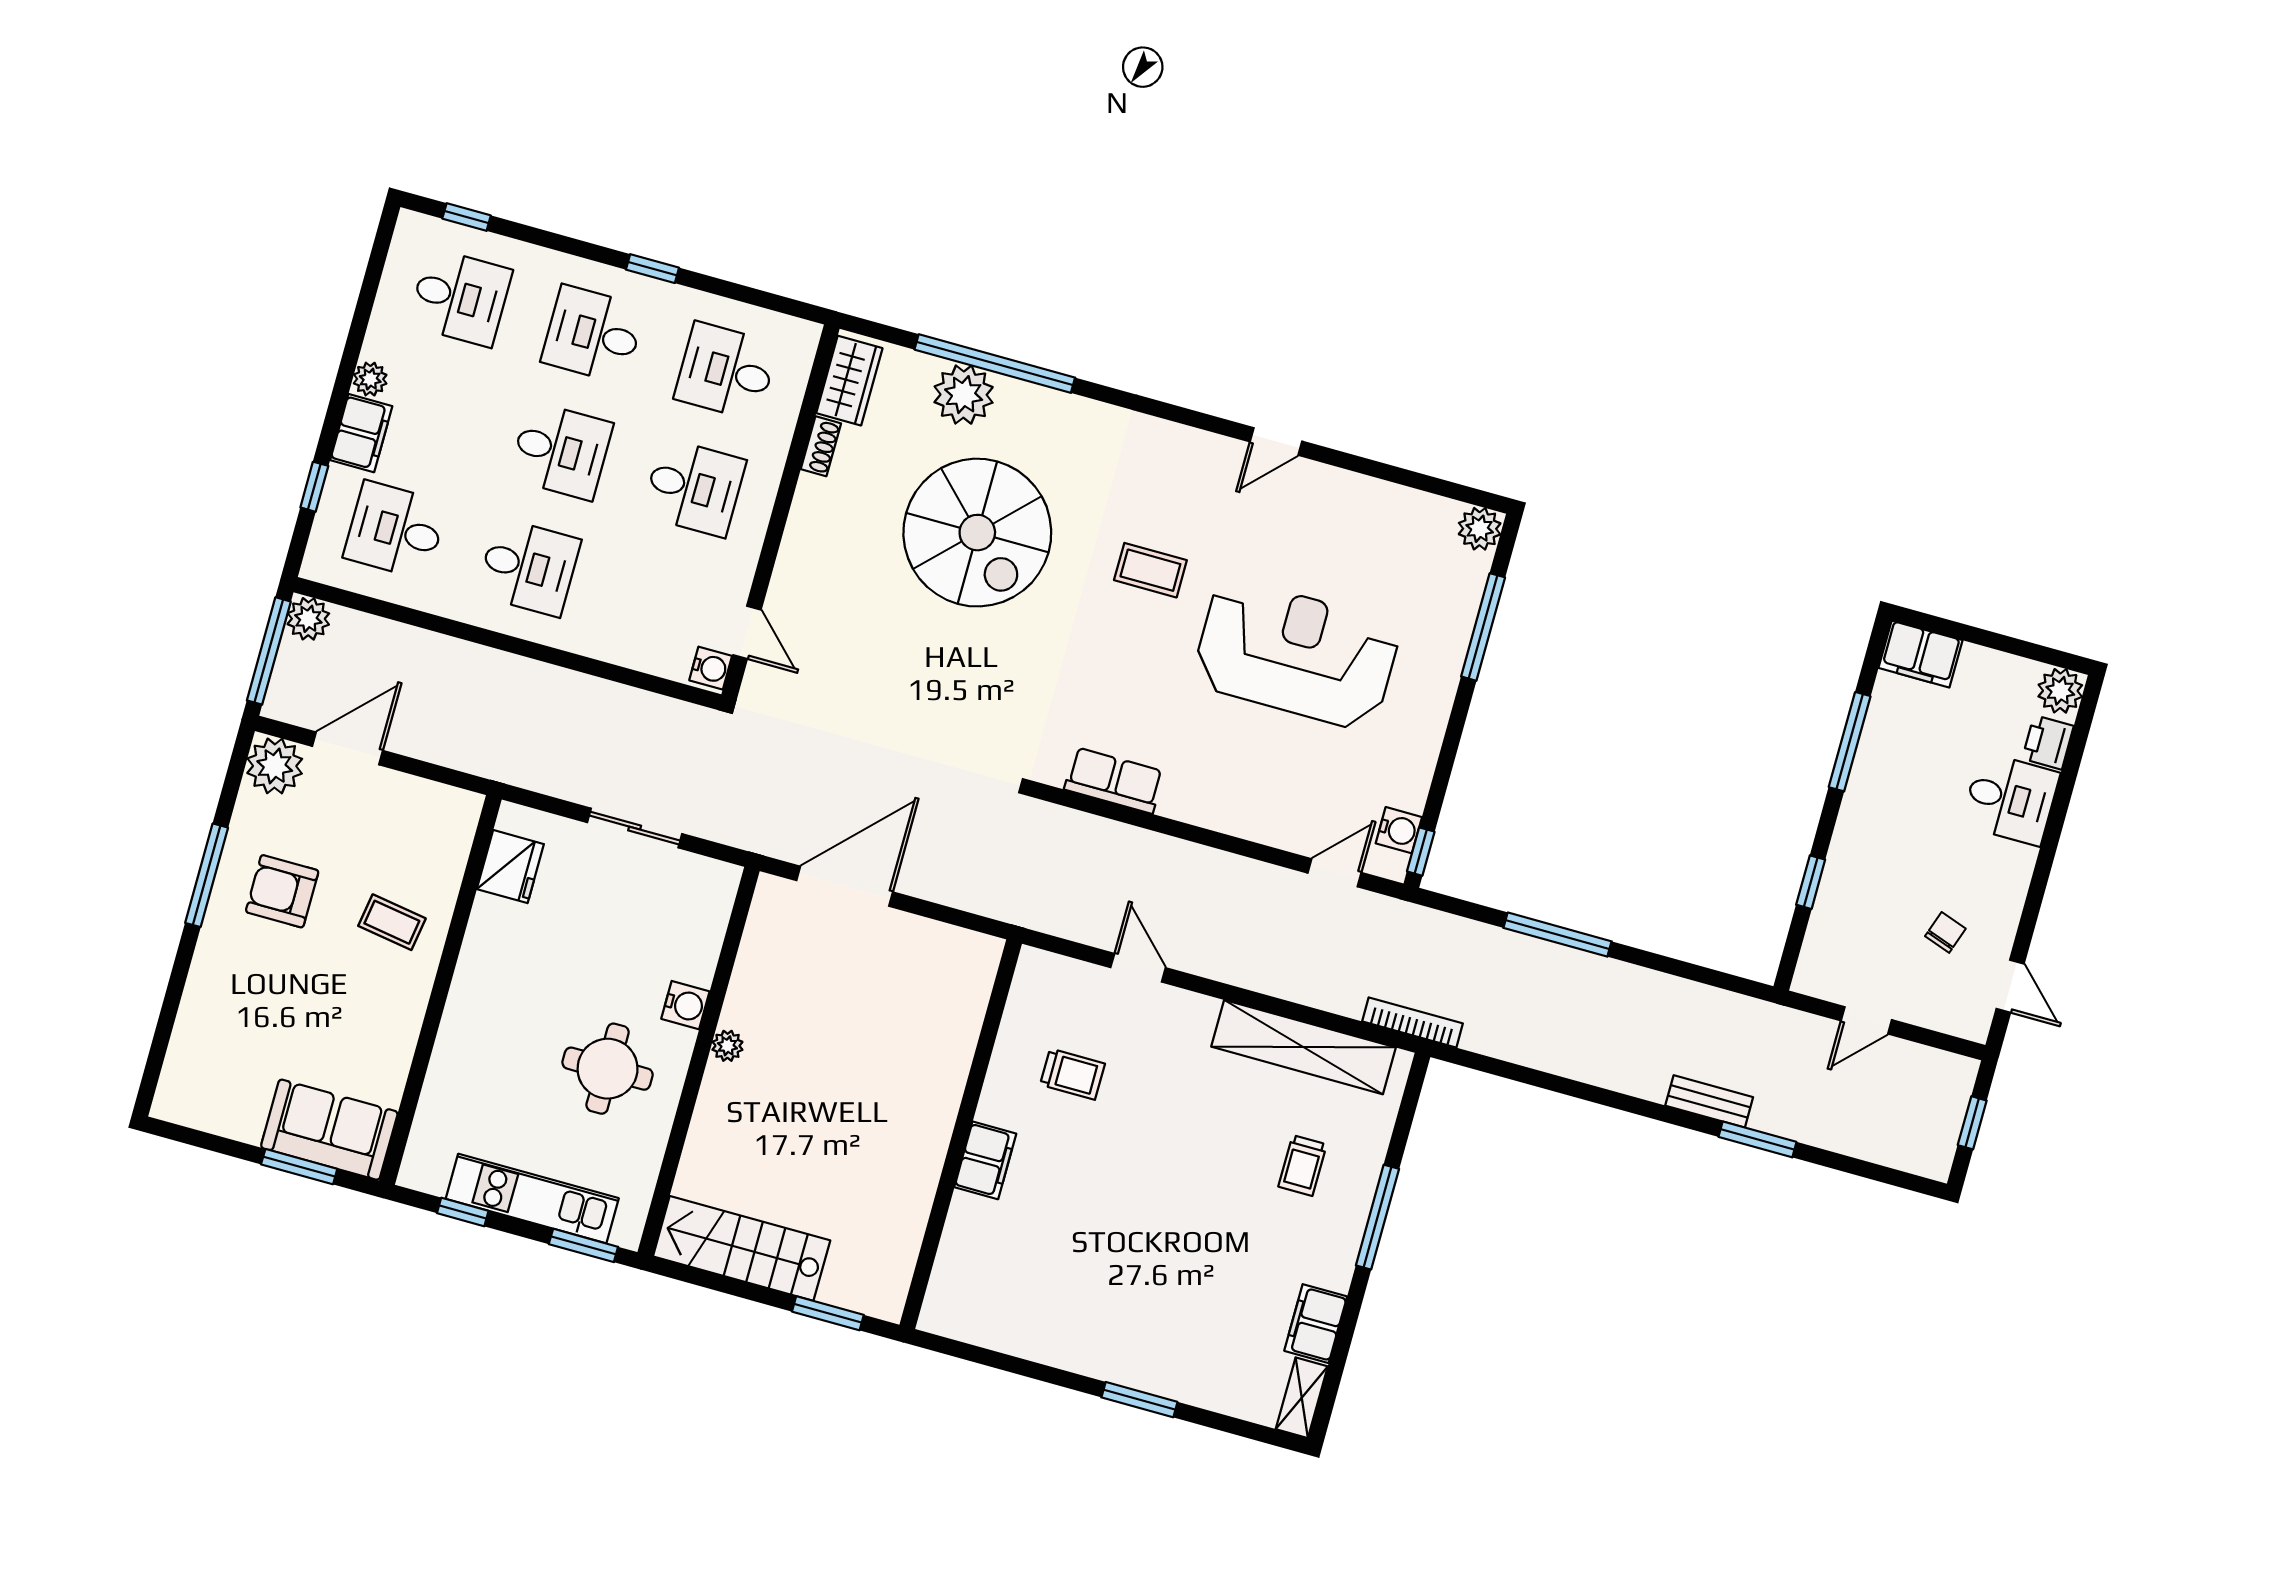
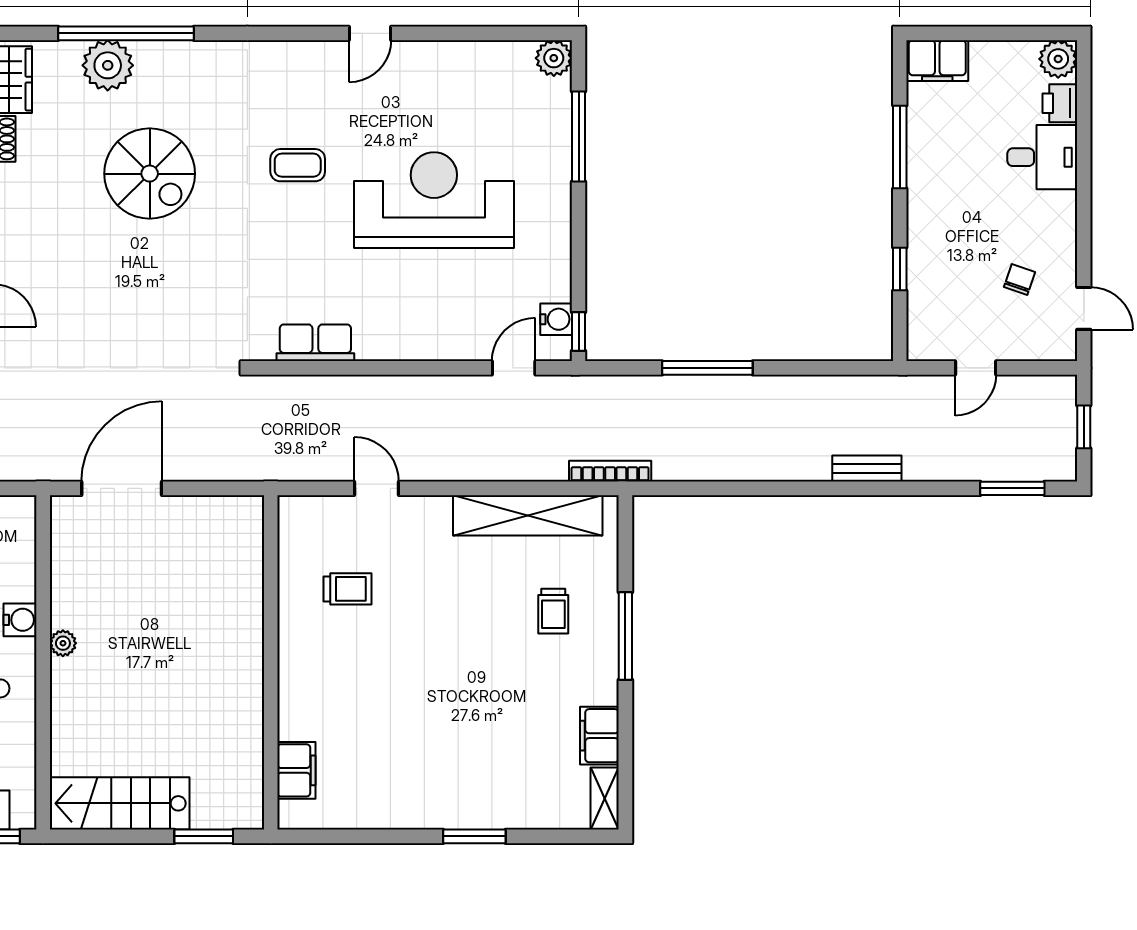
spiral stairs: (977, 533) -> (150, 174), width x0.73, depth x0.73
window: (1757, 1139) -> (1012, 488), moved
filing cabinet: (985, 1160) -> (296, 770), moved

